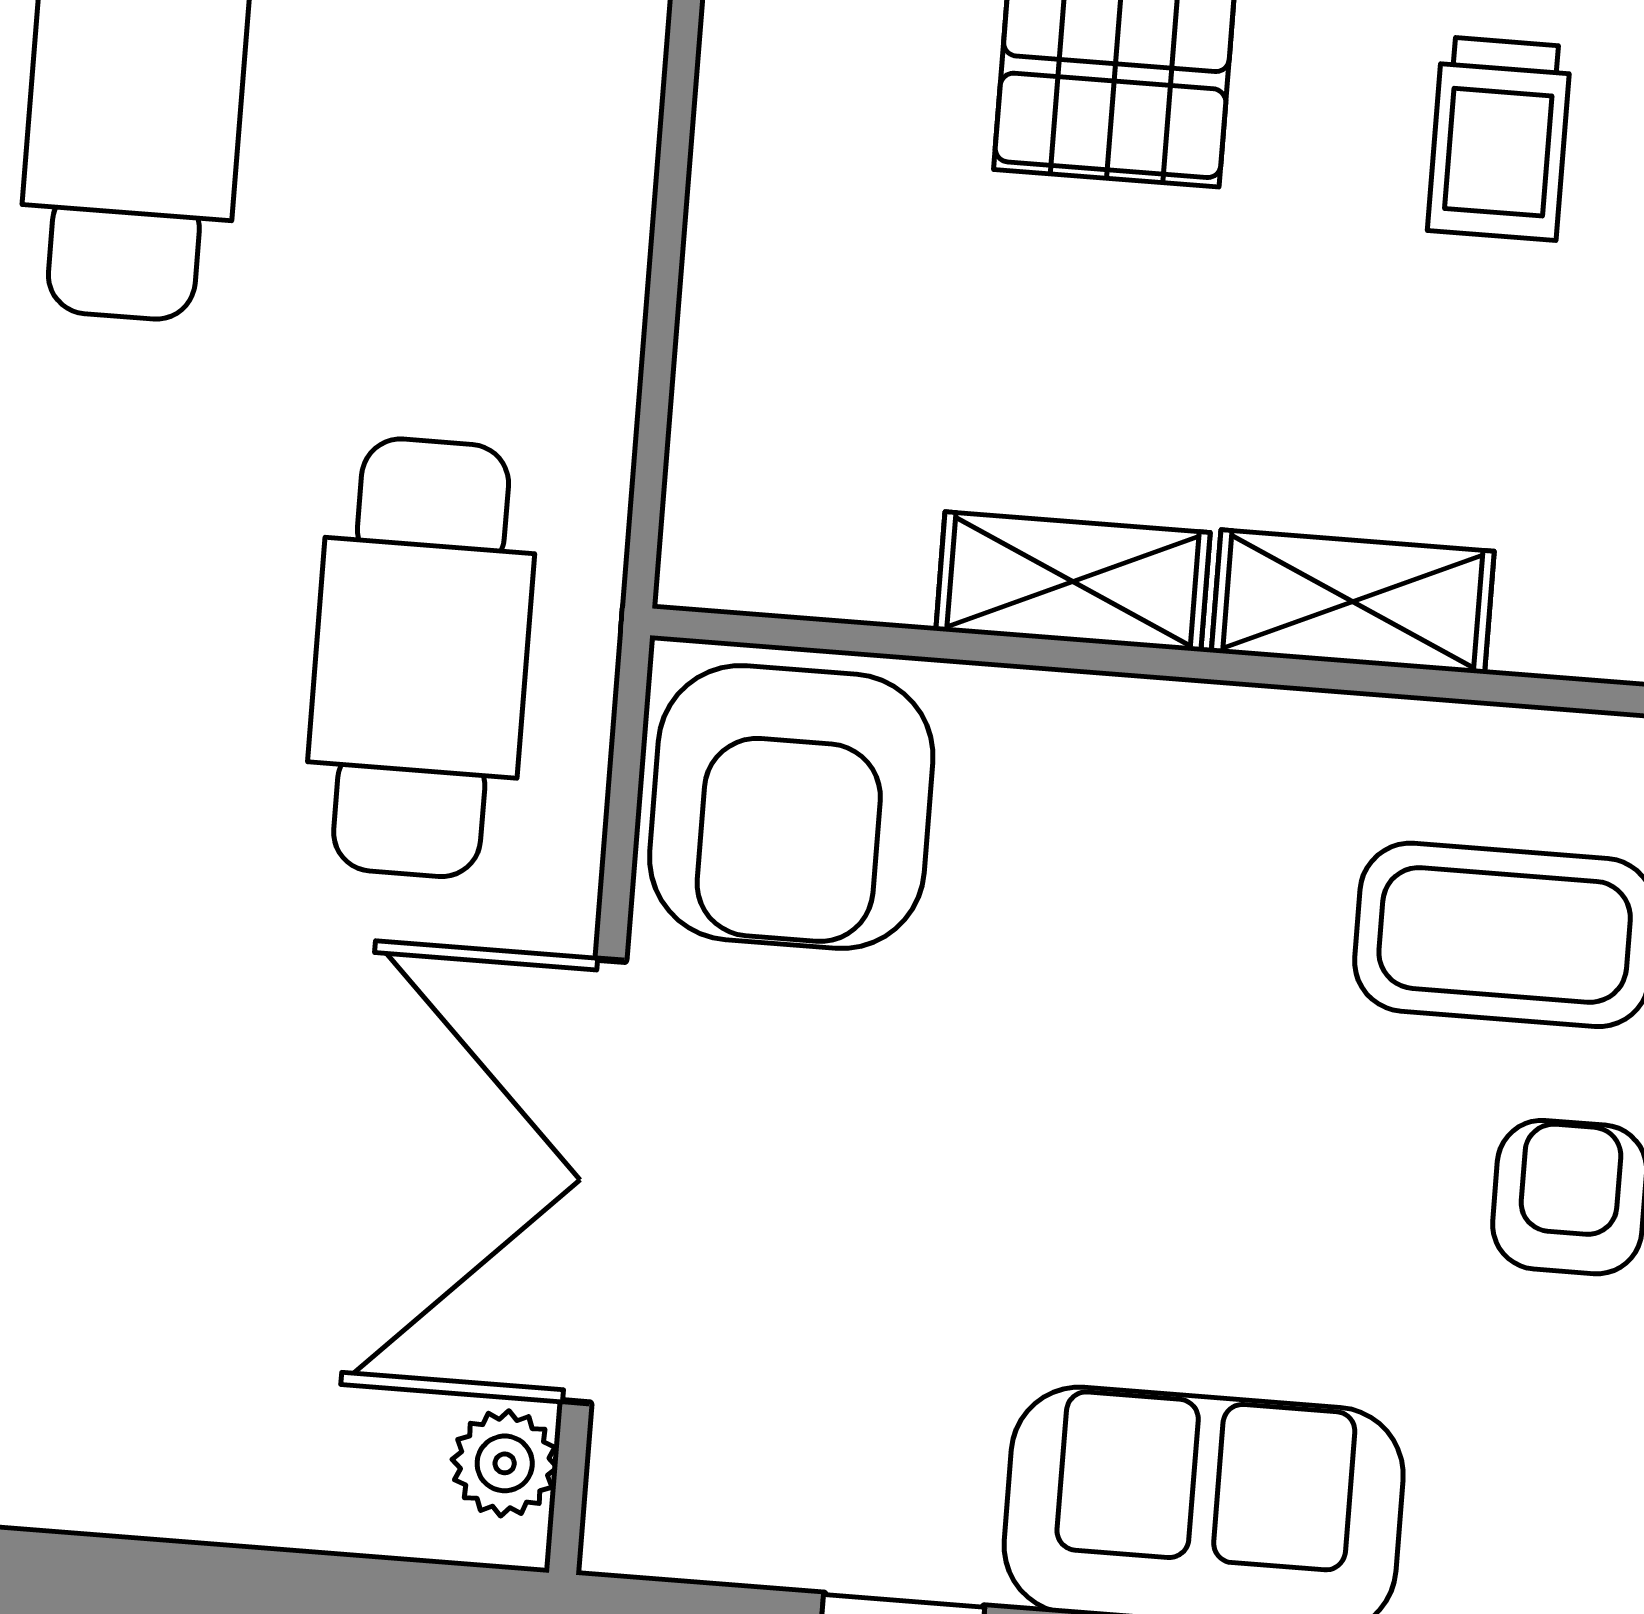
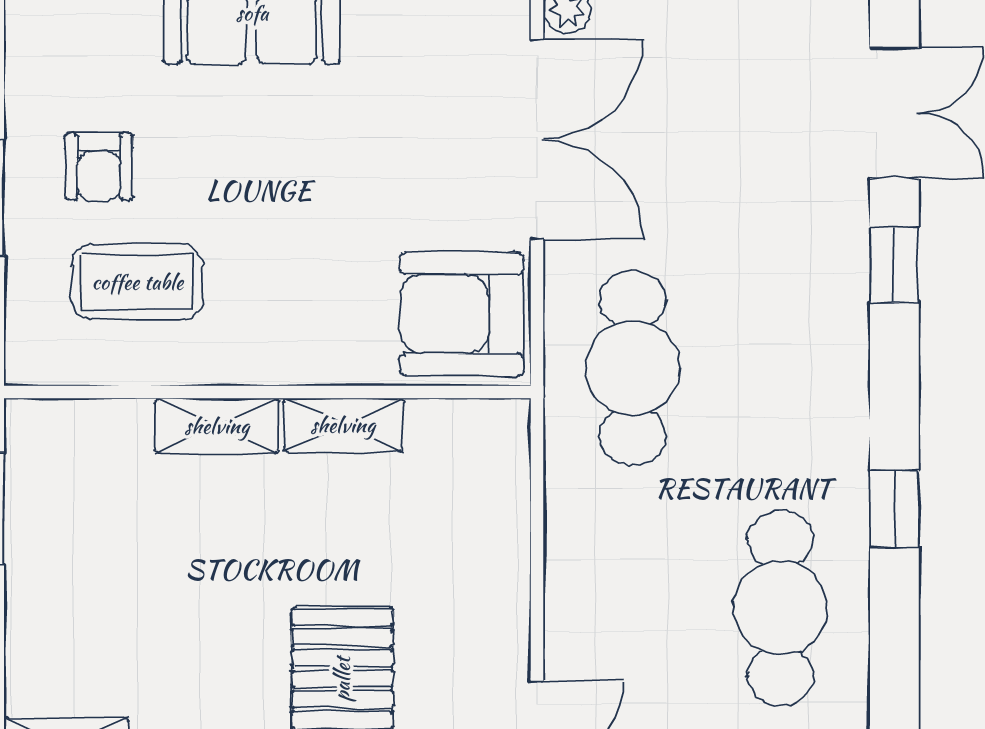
trolley: (1499, 139) -> (168, 639), removed
armchair: (791, 807) -> (462, 314), turned -90

